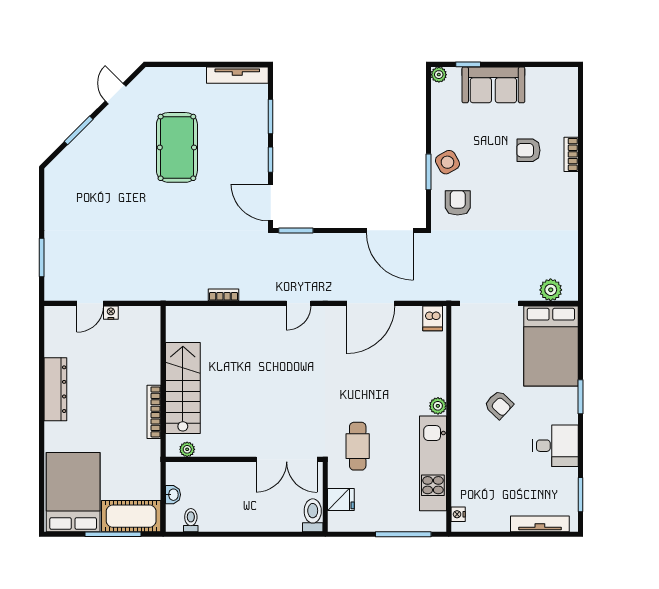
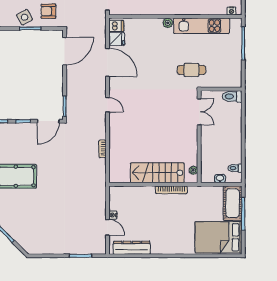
dresser: (55, 389) -> (132, 248), moved
double door: (287, 459) -> (199, 112), width x0.73
fridge: (341, 500) -> (117, 39), moved, turned 90

